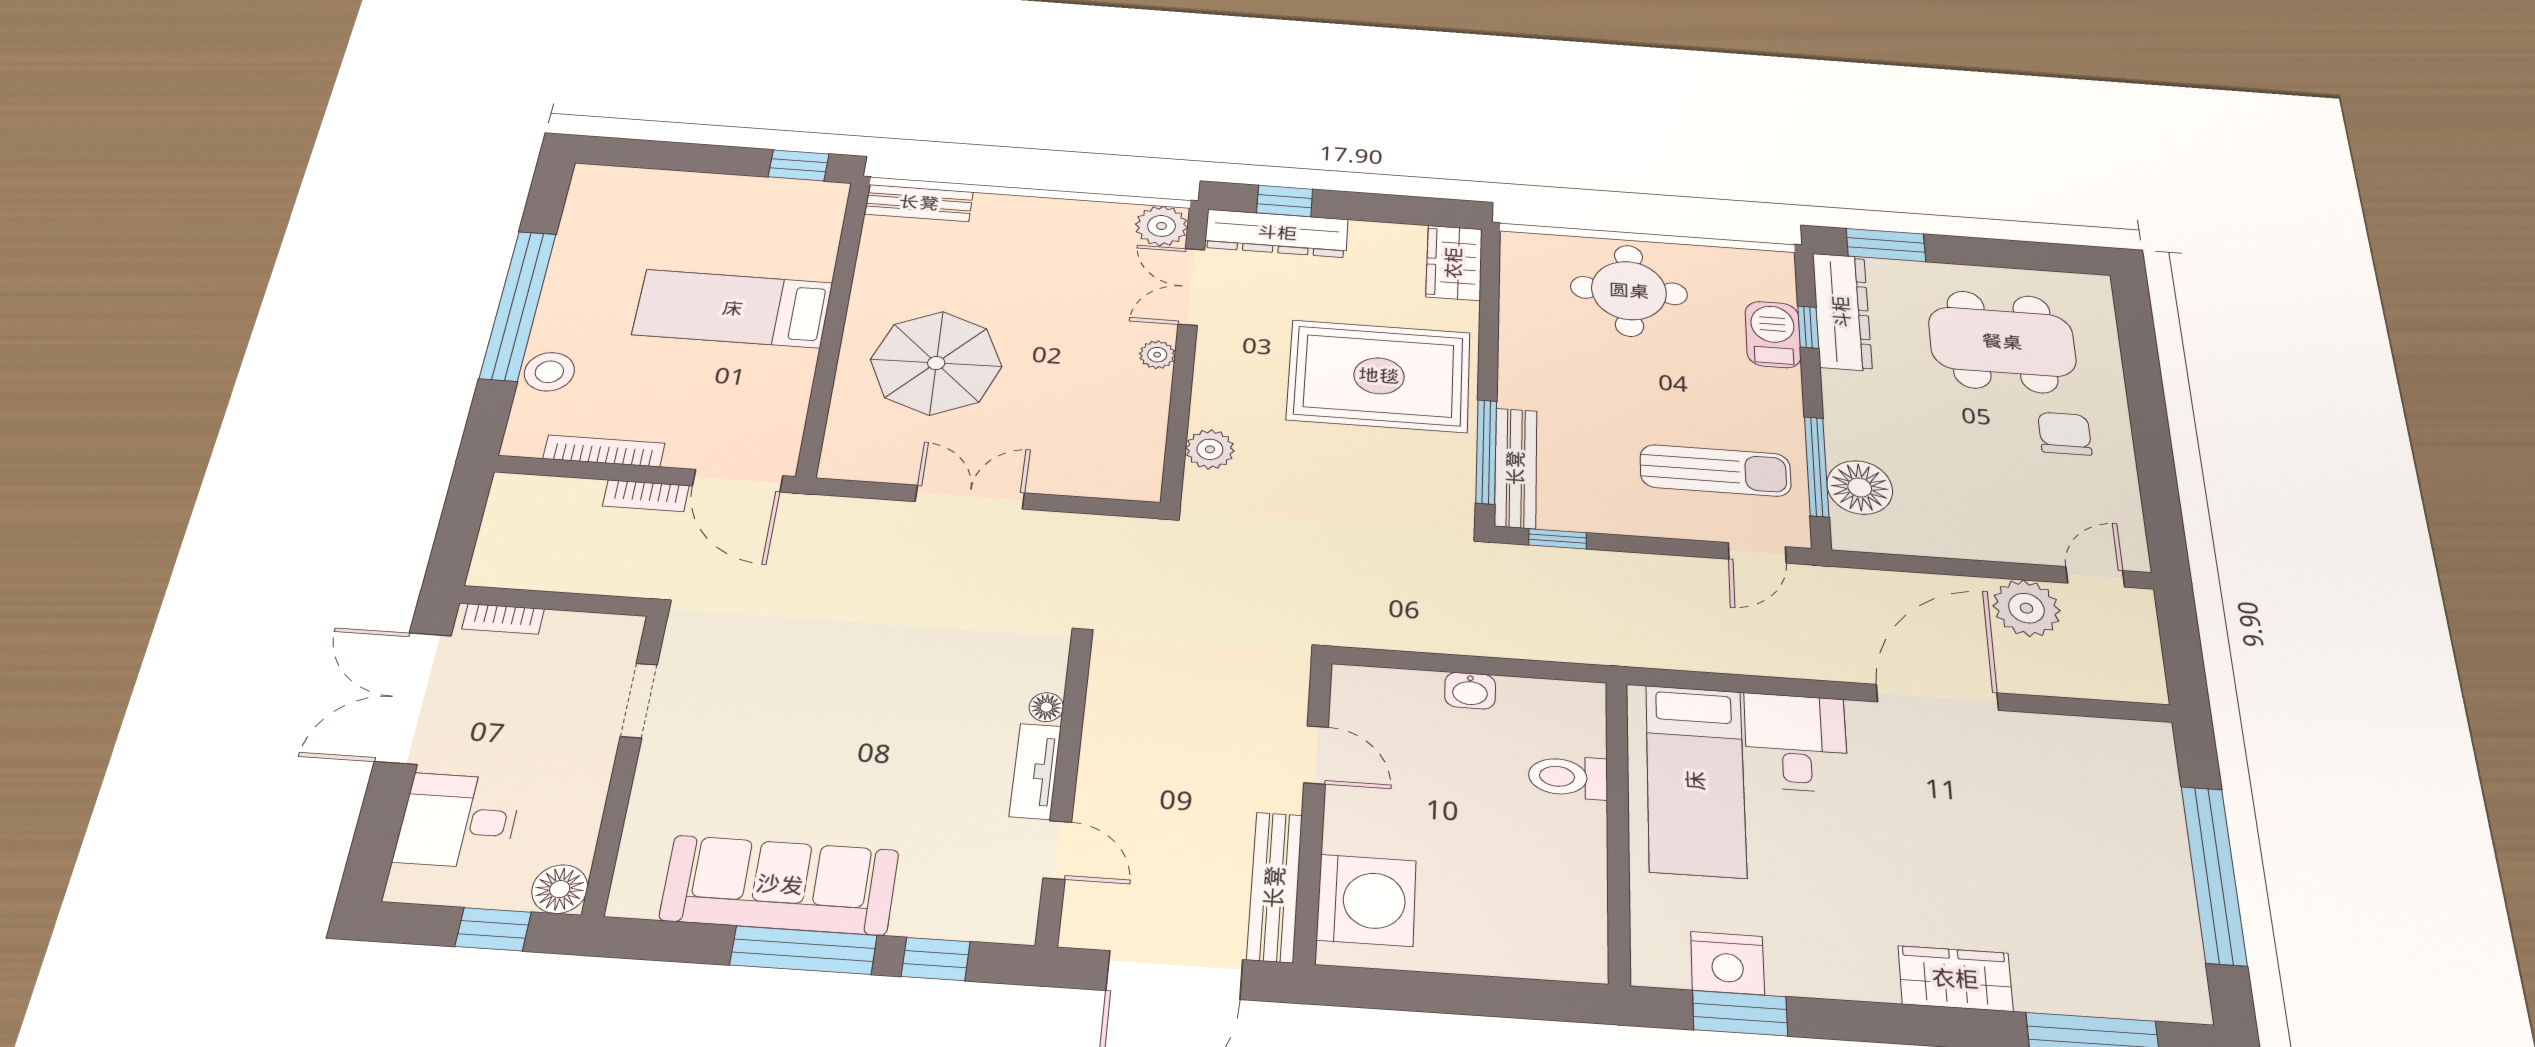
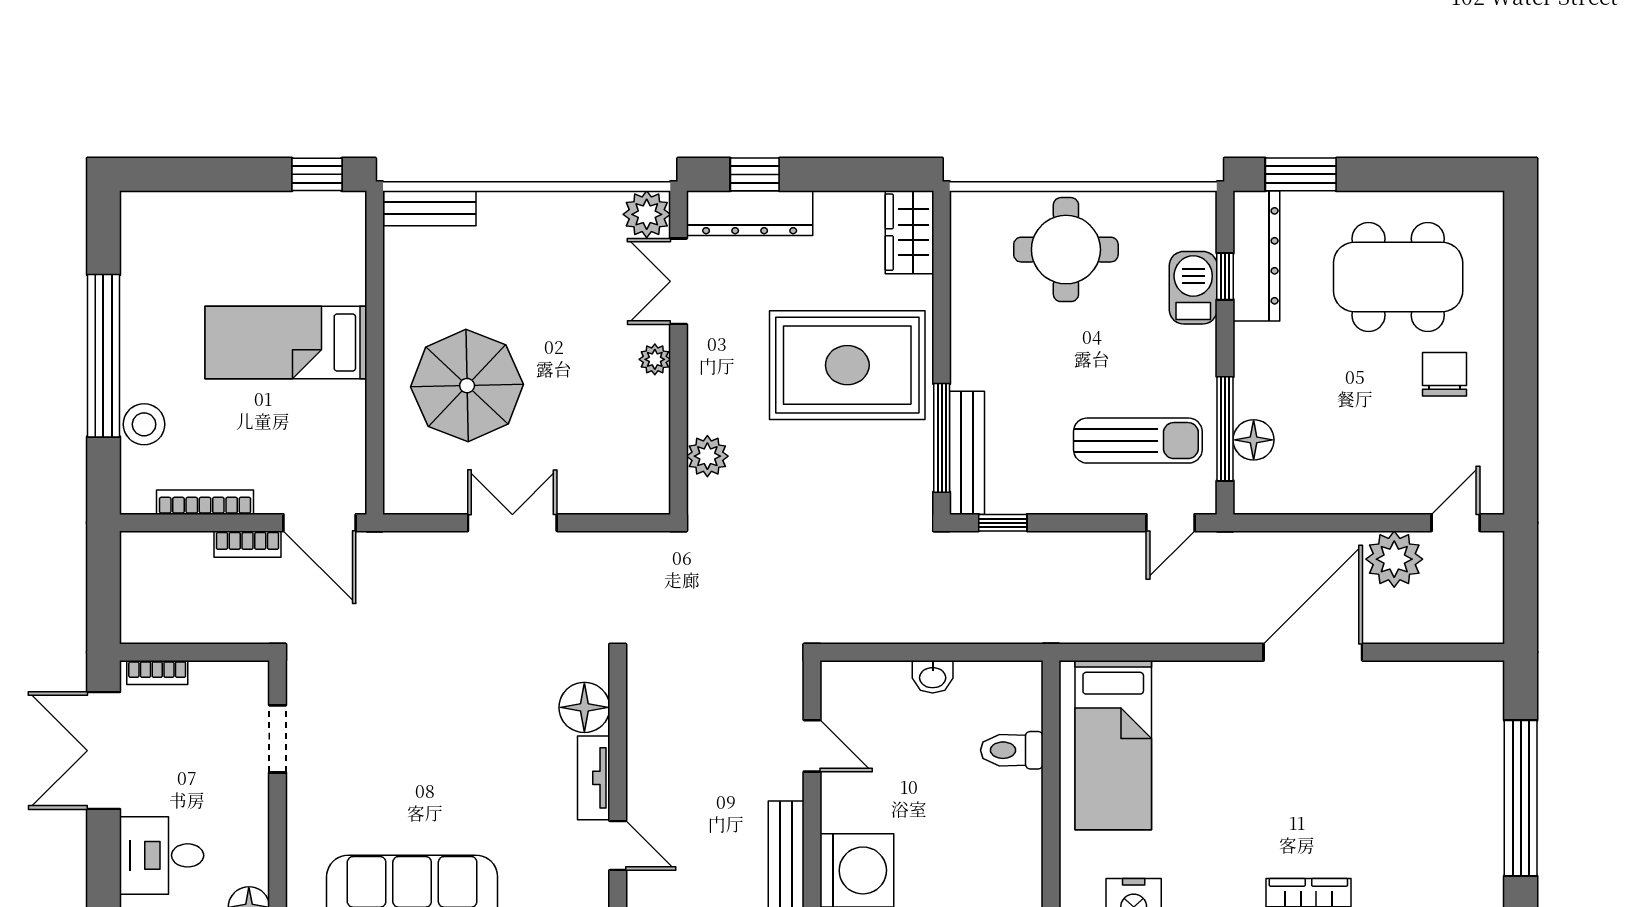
floor lamp: (1860, 487) -> (1254, 440), width x0.73, depth x0.73
floor lamp: (1046, 707) -> (584, 707), width x1.89, depth x1.89
desk: (1796, 742) -> (1195, 704), removed

